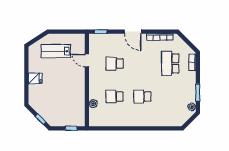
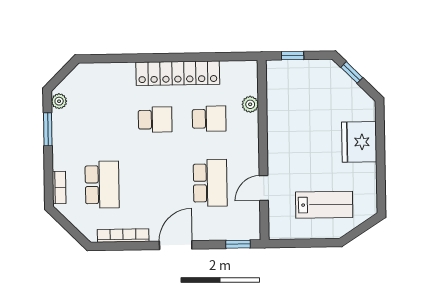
door: (133, 32) -> (176, 245), hinge flipped
door: (87, 60) -> (264, 188), swing flipped
school desk: (114, 63) -> (210, 183), width x1.85
fridge: (35, 78) -> (359, 142), width x1.88, depth x1.34
locker: (130, 120) -> (178, 73), added

